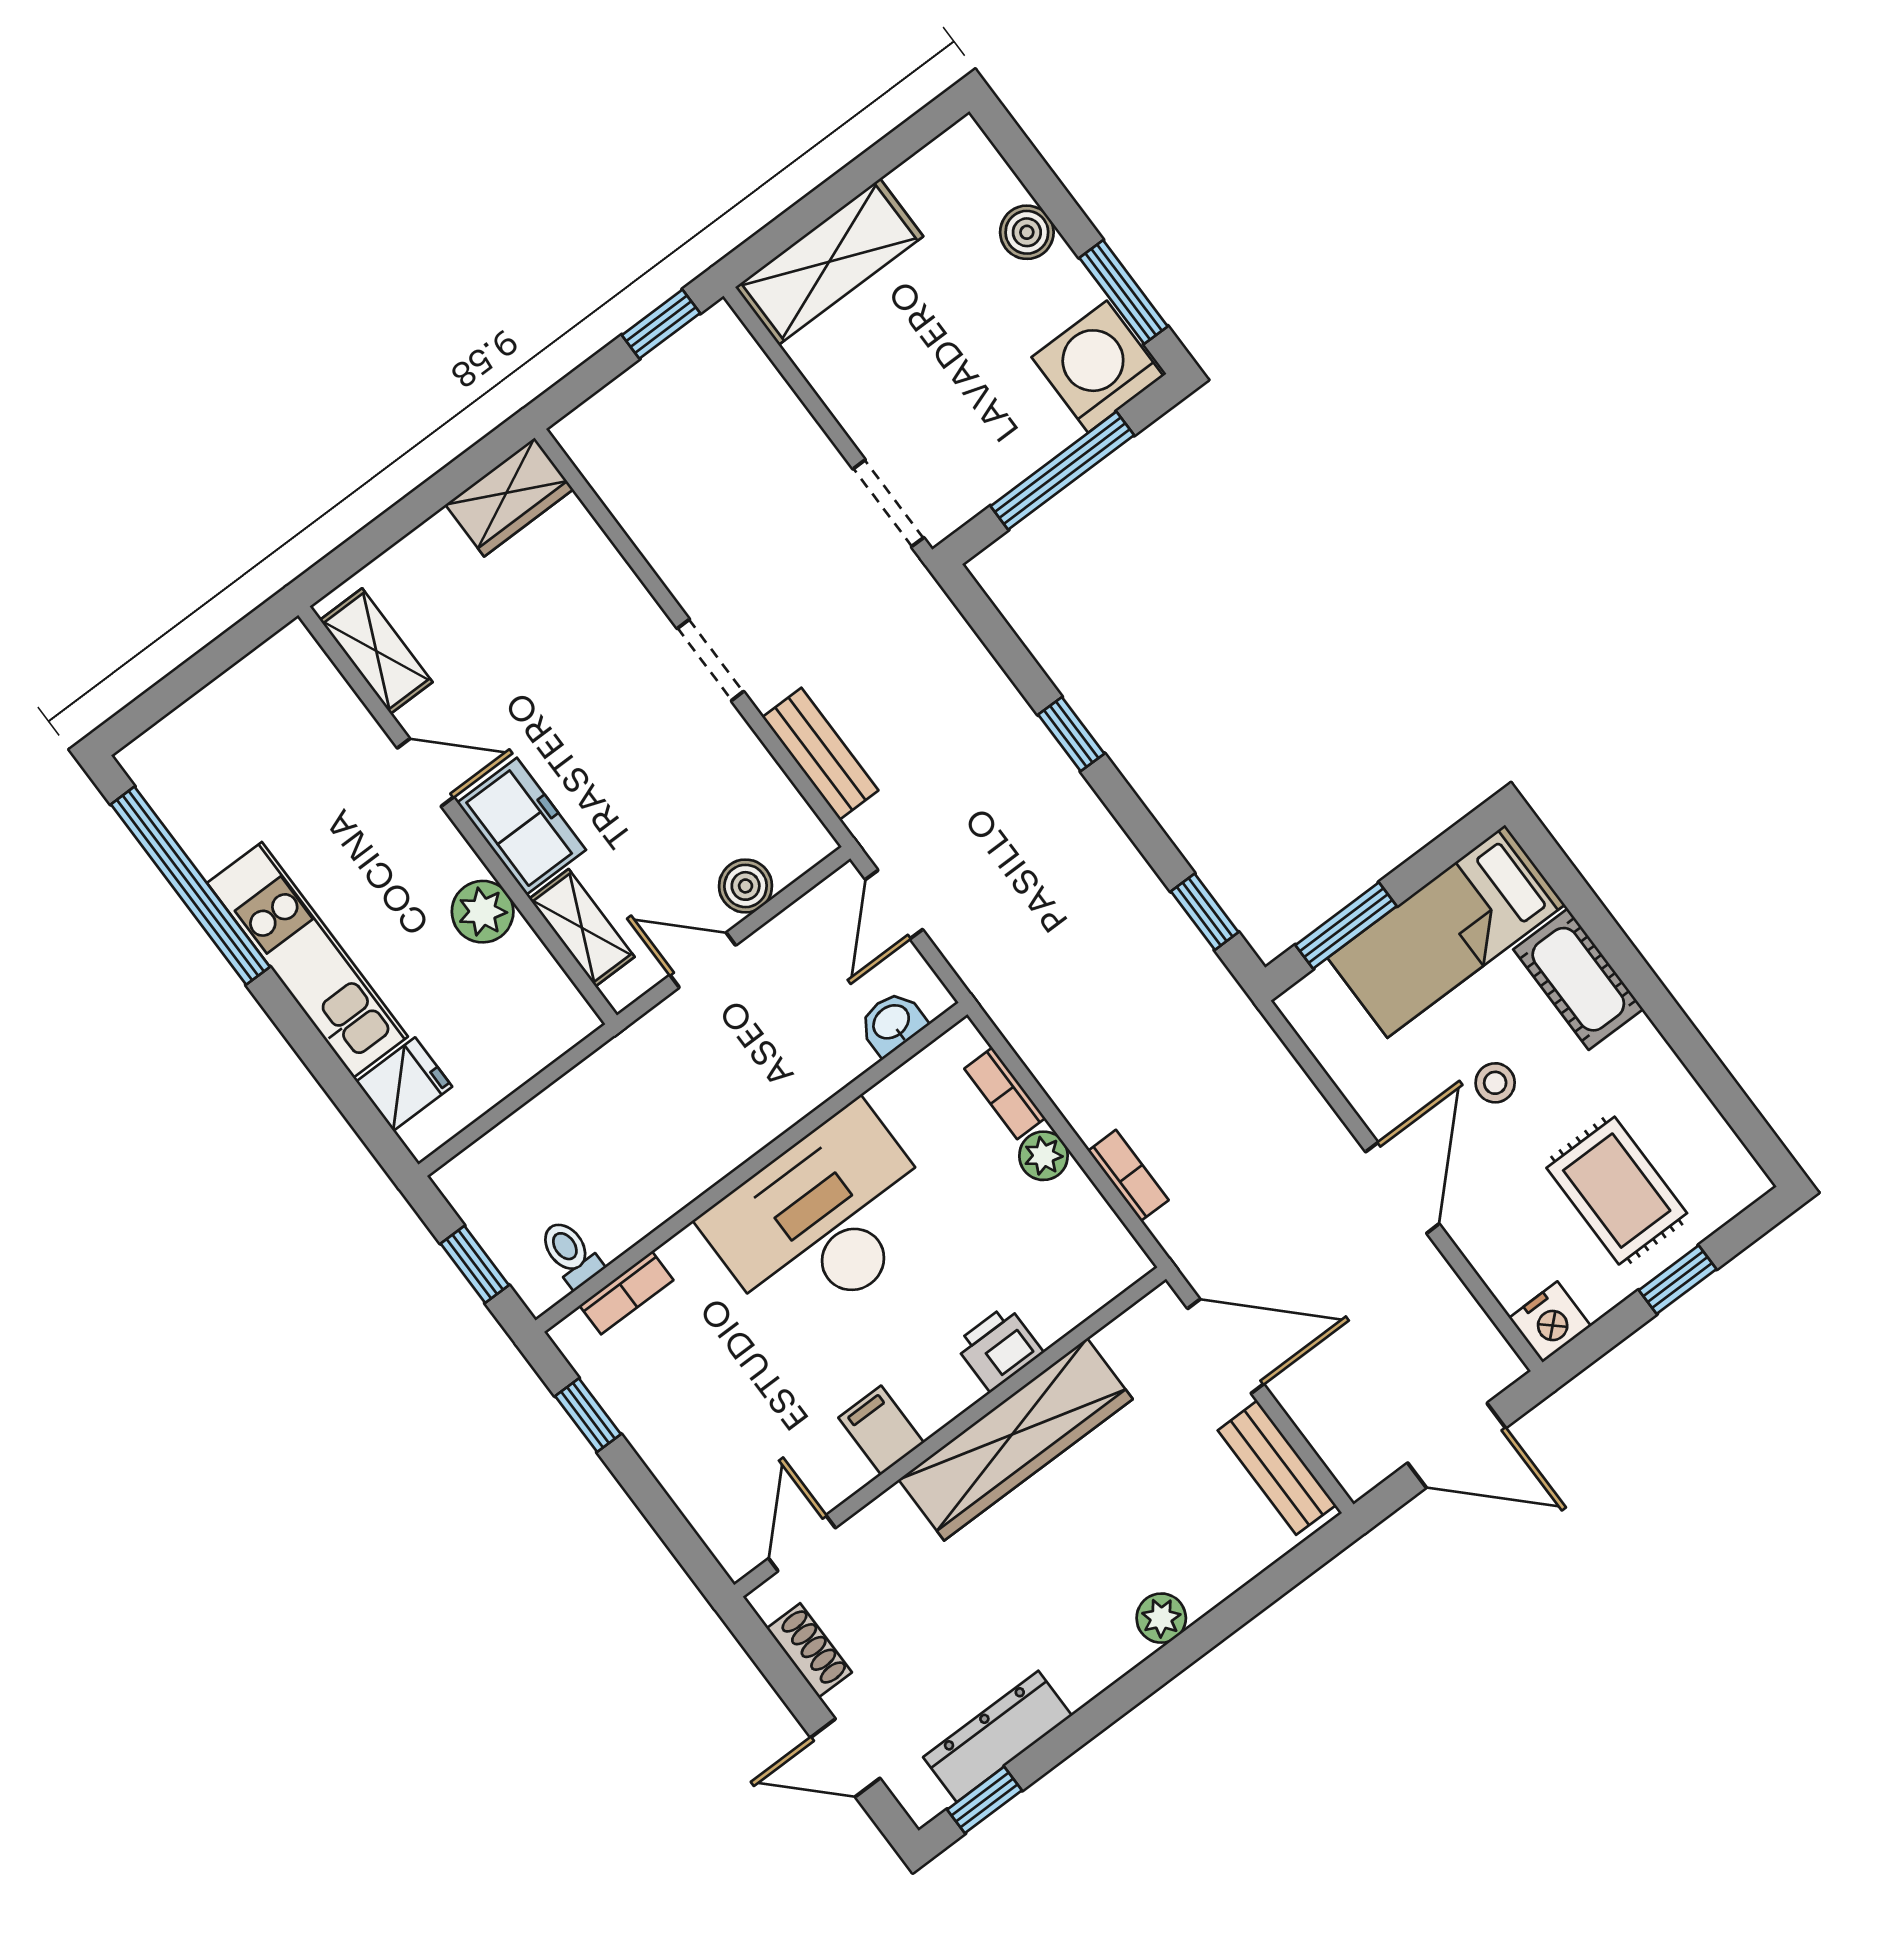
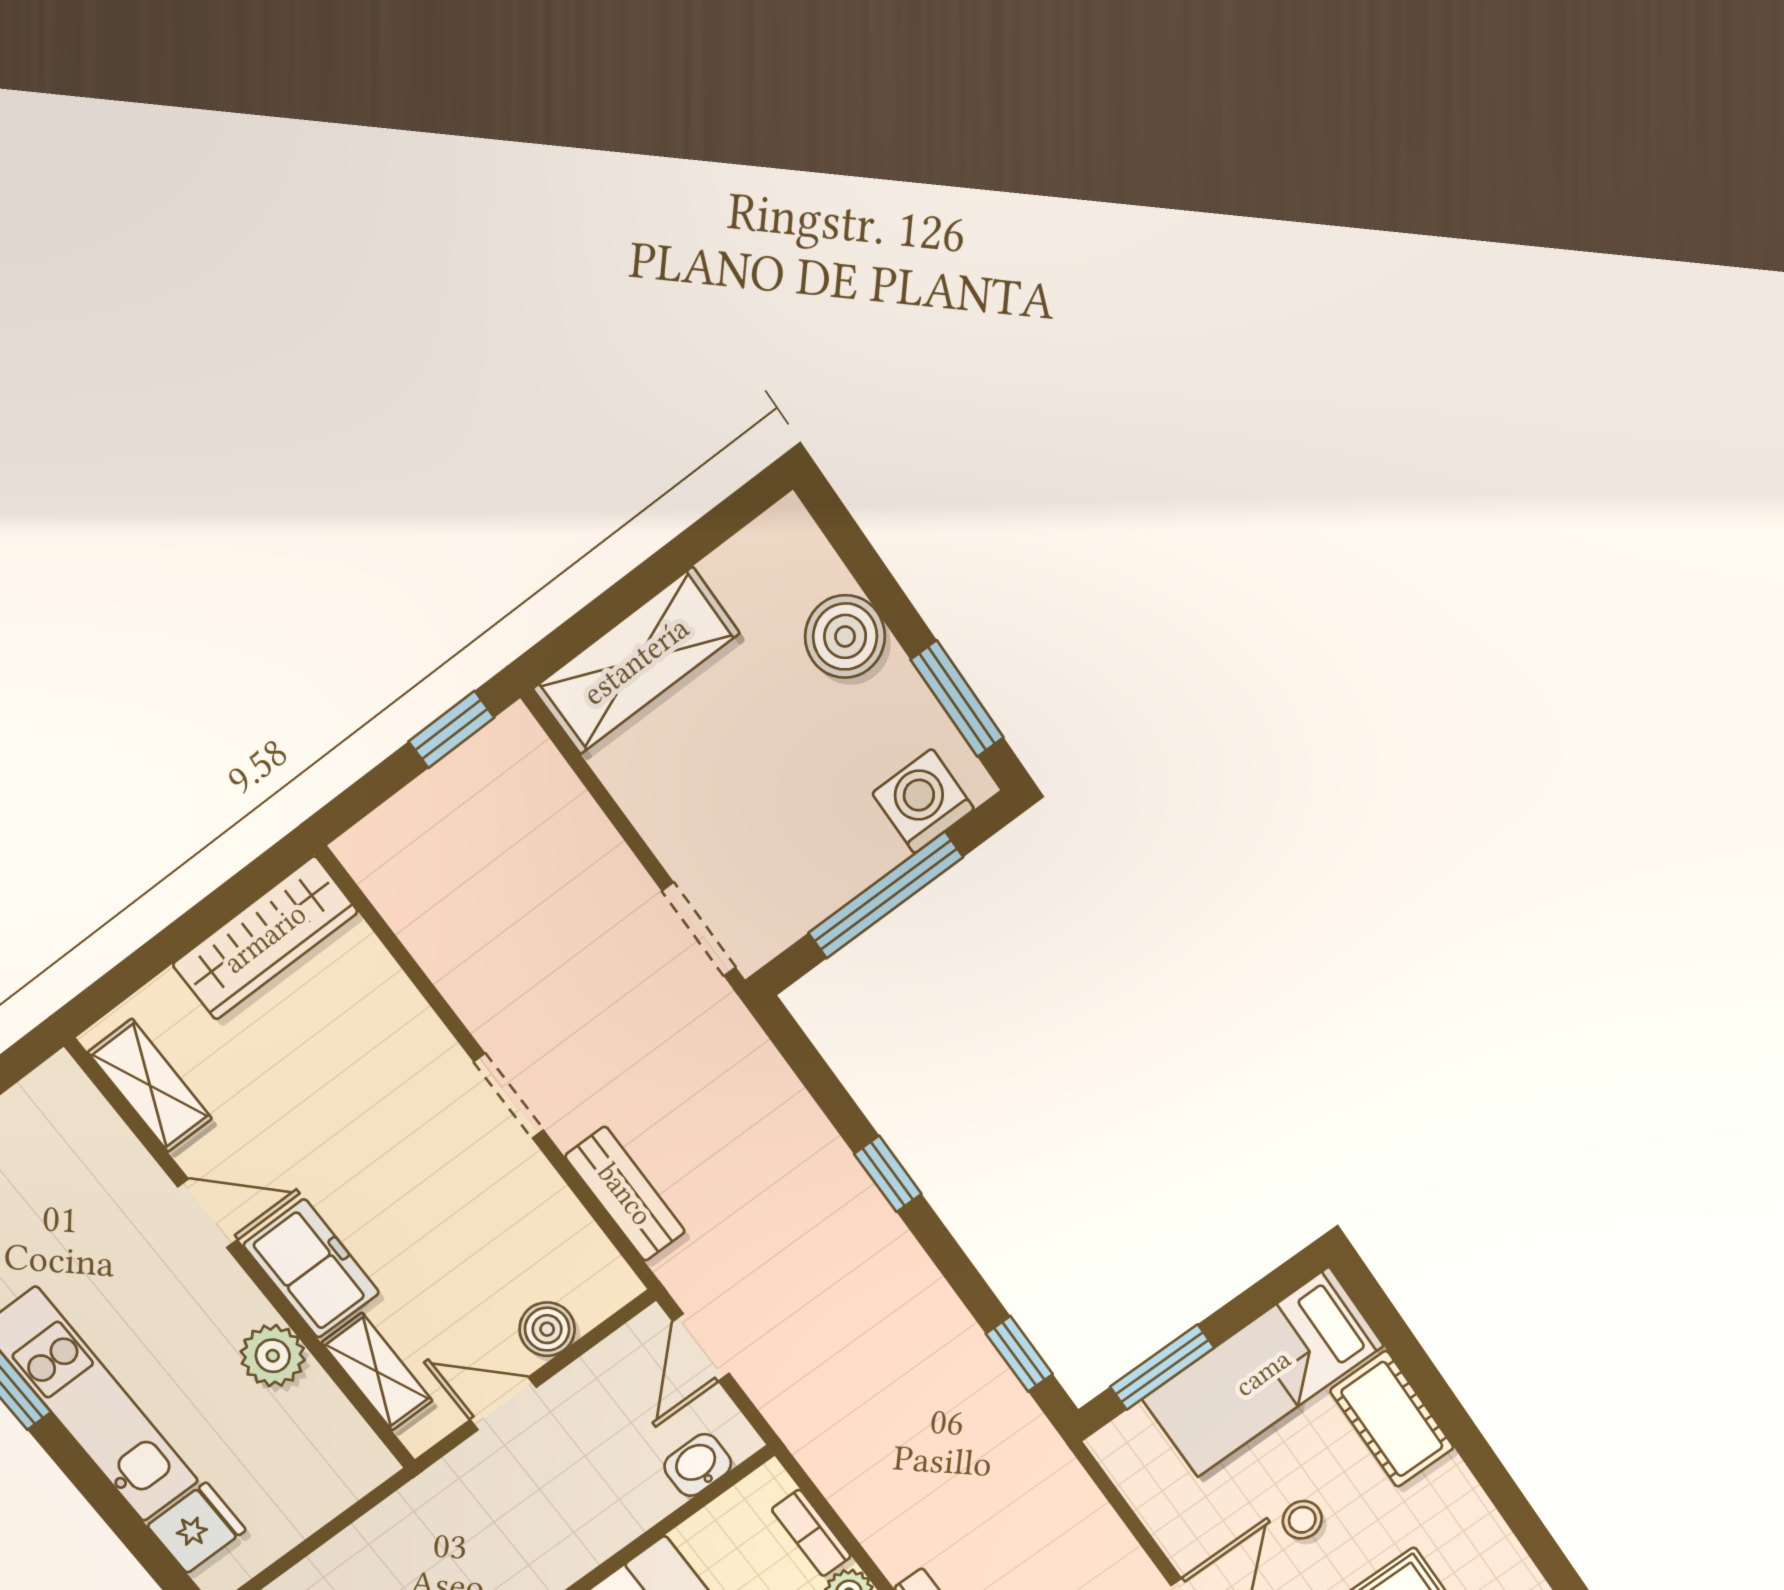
boiler: (1027, 232) -> (845, 636), width x1.36, depth x1.36
washing machine: (1098, 367) -> (923, 801), width x0.73, depth x0.73
wardrobe: (509, 497) -> (265, 938), width x1.50

